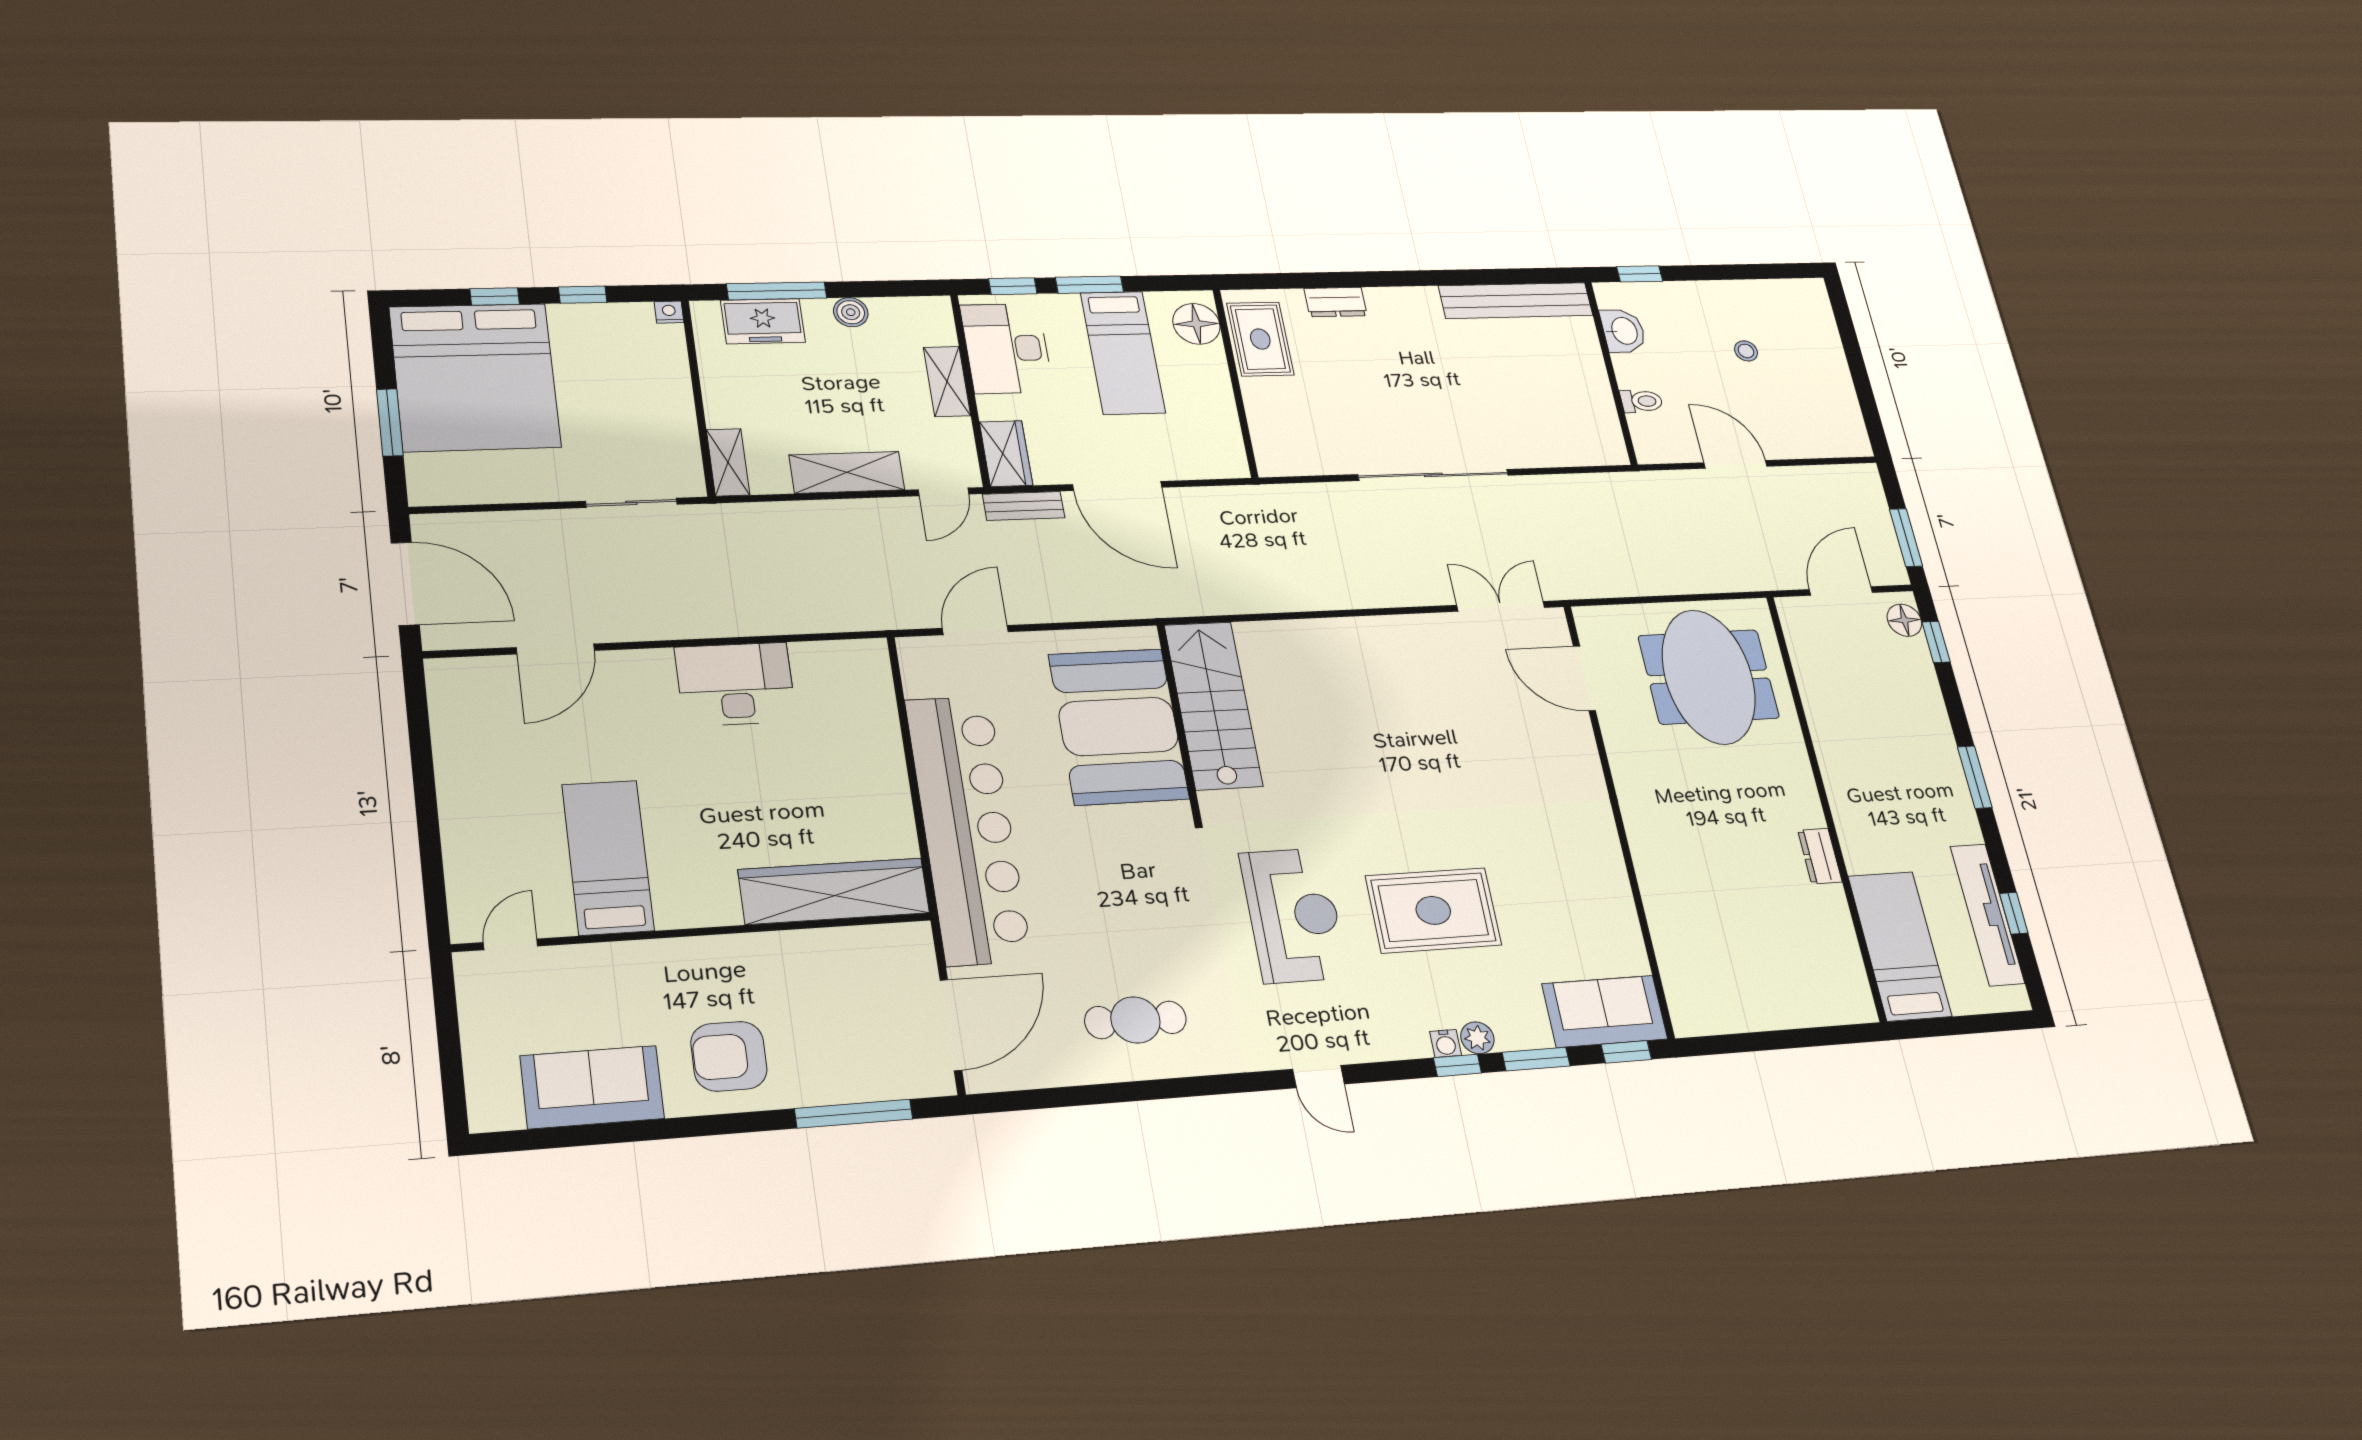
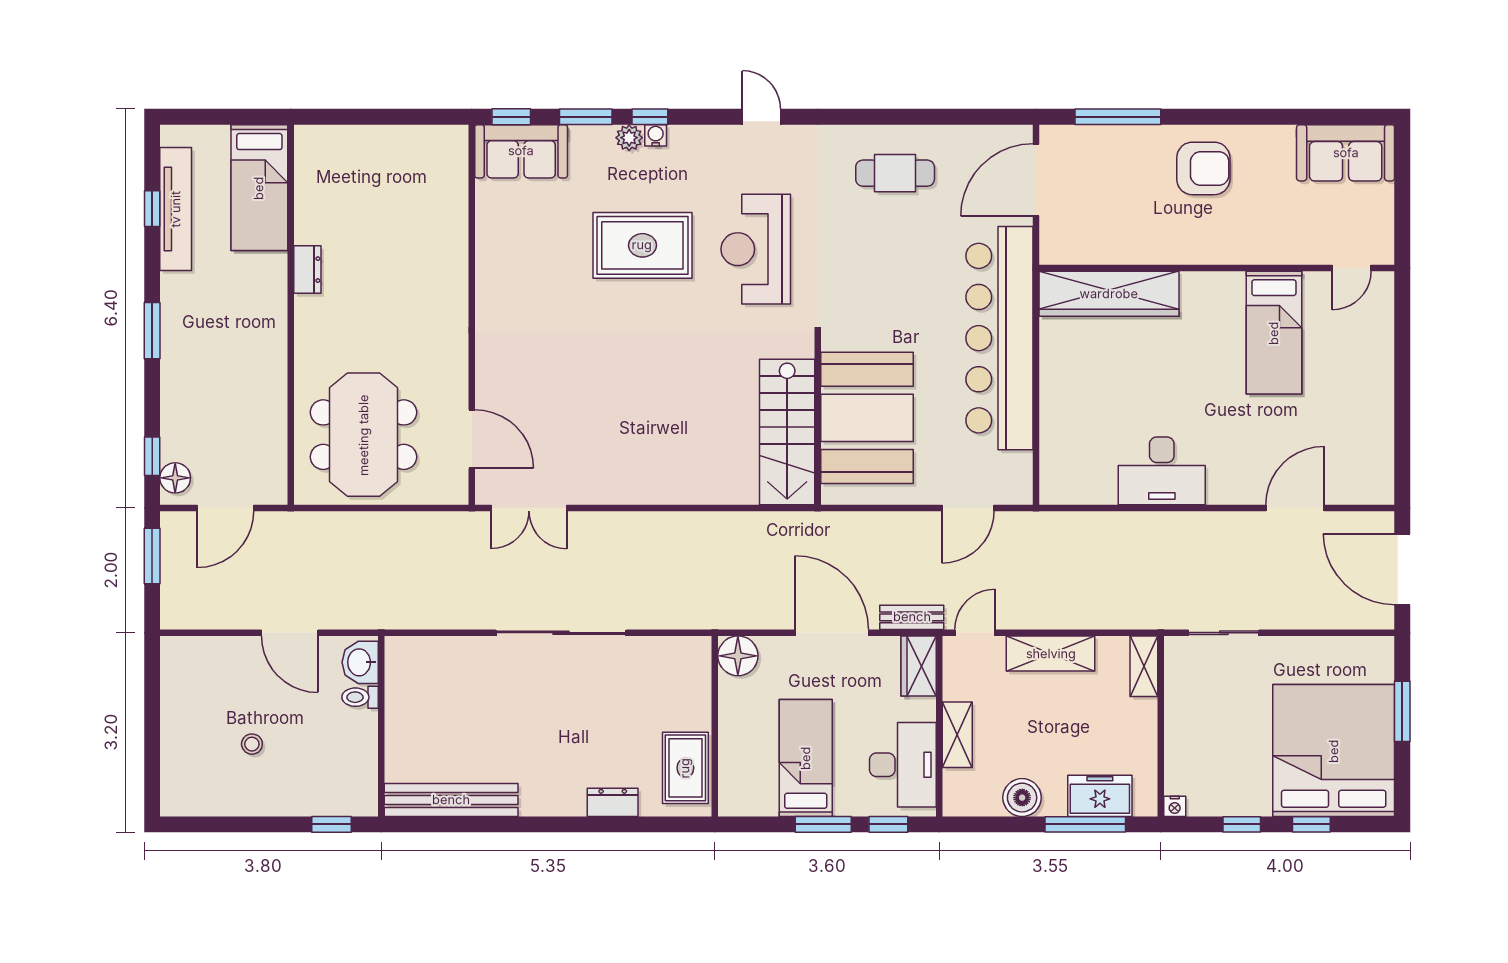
boiler: (851, 312) -> (1022, 798), width x1.36, depth x1.36
floor lamp: (1196, 324) -> (738, 656), moved
washbasin: (1623, 331) -> (360, 662), moved
sofa: (592, 1087) -> (1346, 153), moved

